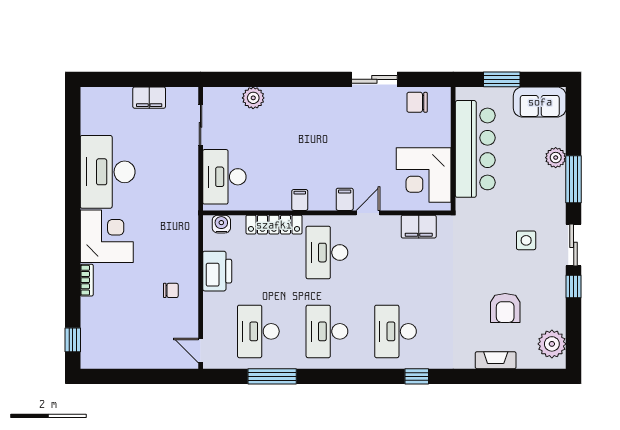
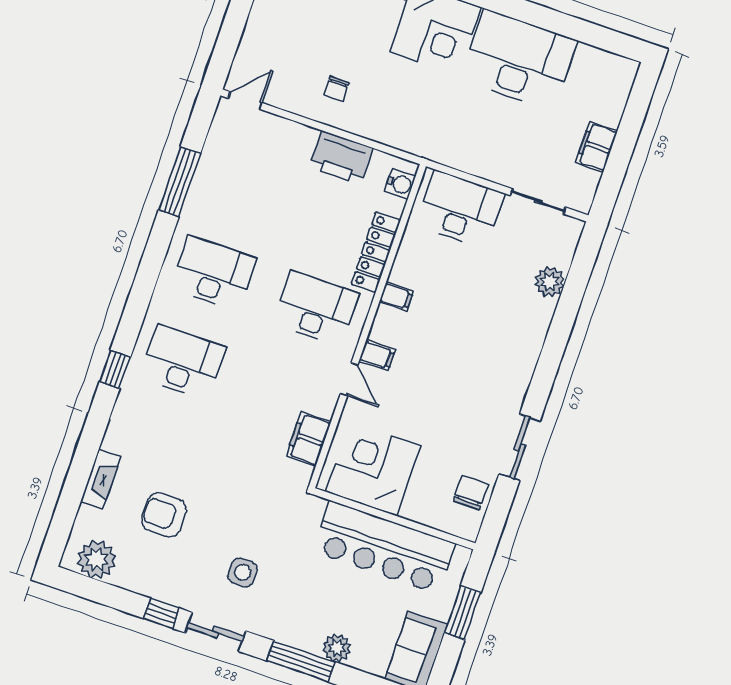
desk: (258, 331) -> (244, 184), removed

